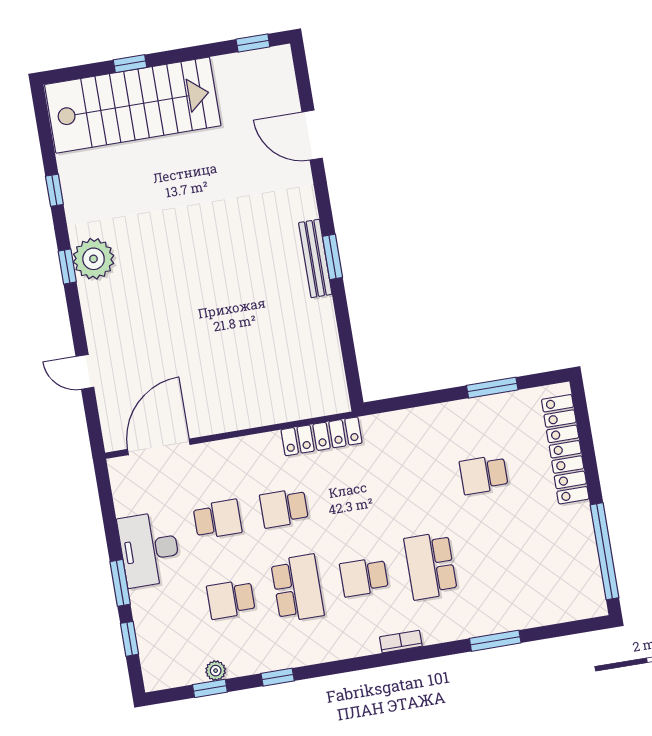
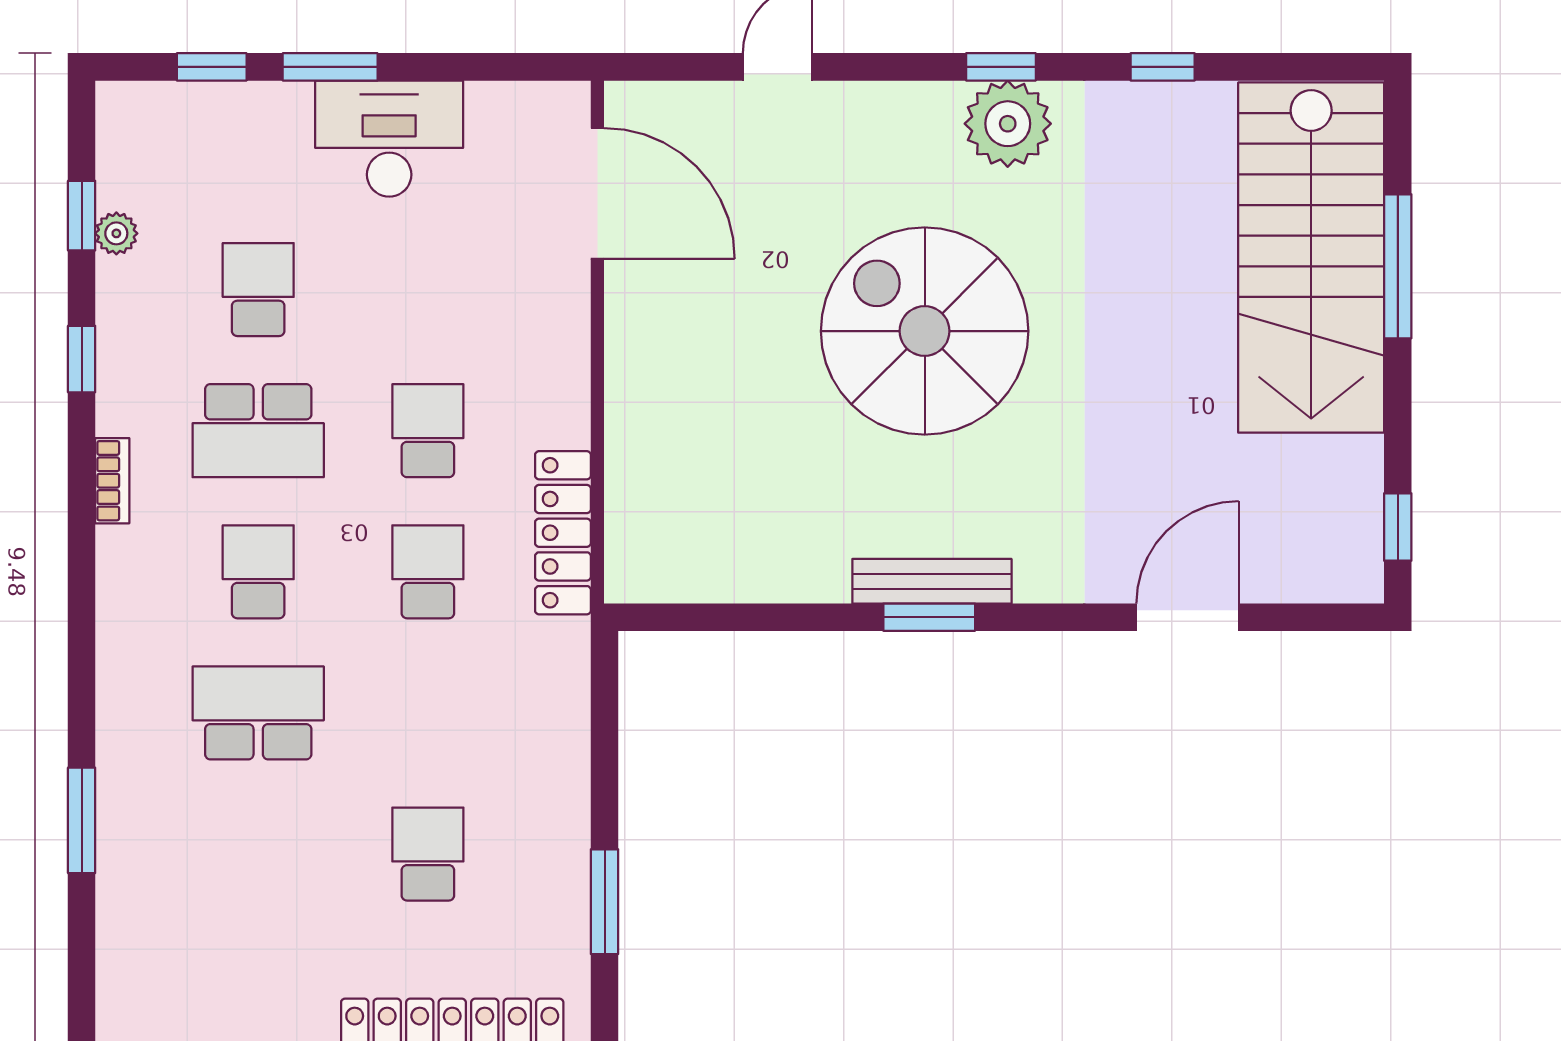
window: (130, 64) -> (1398, 266), width x2.17
spiral stairs: (198, 282) -> (925, 331), added
school desk: (217, 519) -> (428, 572), moved, turned 180
bookcase: (401, 642) -> (112, 481), moved

